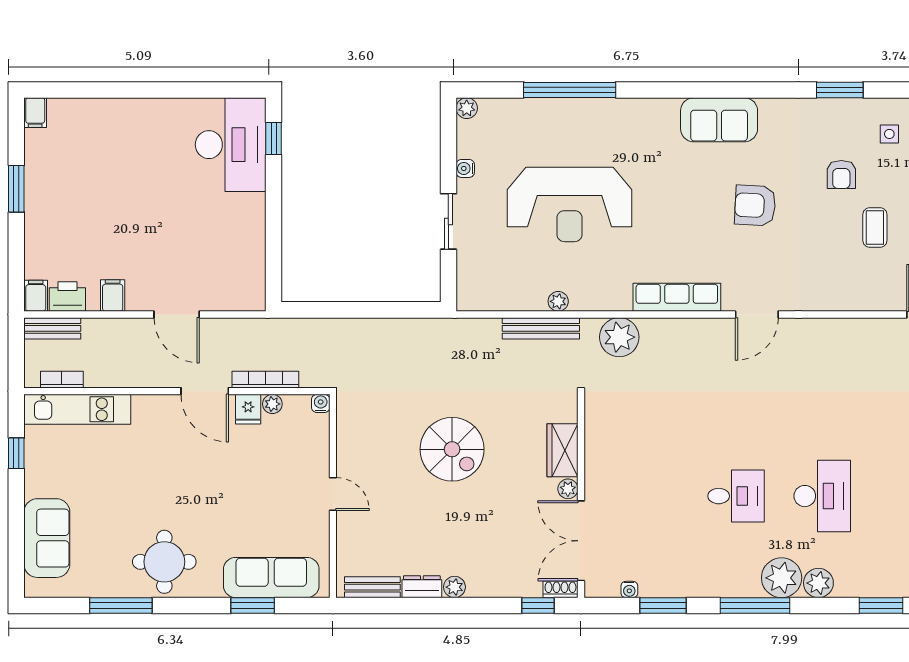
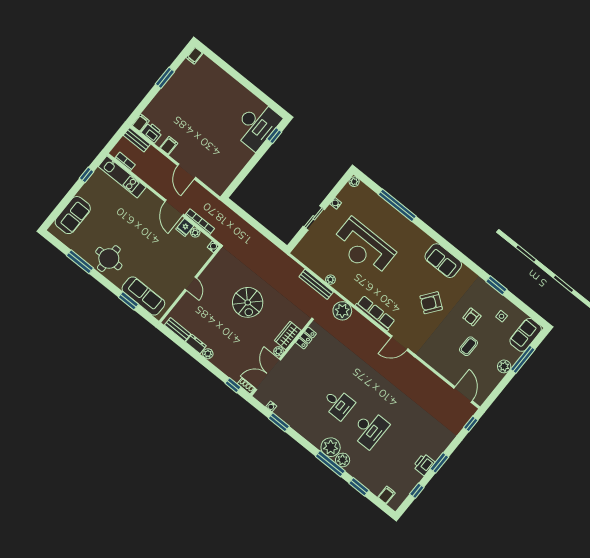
armchair: (755, 205) -> (431, 303), turned -56
locker: (596, 430) -> (306, 338), added
window: (755, 605) -> (330, 464), moved

